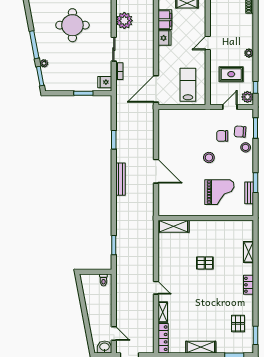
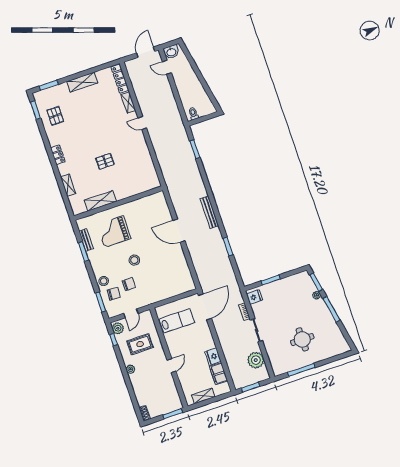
round table: (72, 25) -> (302, 339), width x0.73, depth x0.73
lab bench: (188, 85) -> (177, 321), turned -90
shelving: (174, 226) -> (100, 201), moved

